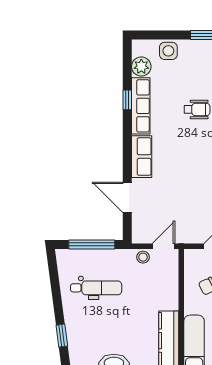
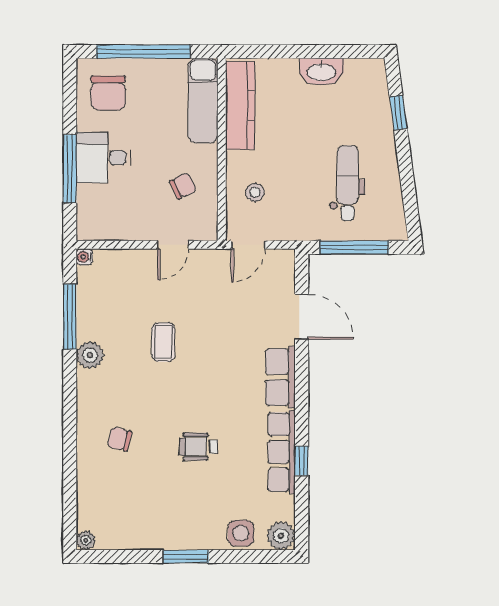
plant: (141, 67) -> (281, 536), moved
stool: (143, 257) -> (255, 192), moved
dental chair: (96, 288) -> (348, 183), turned 90

